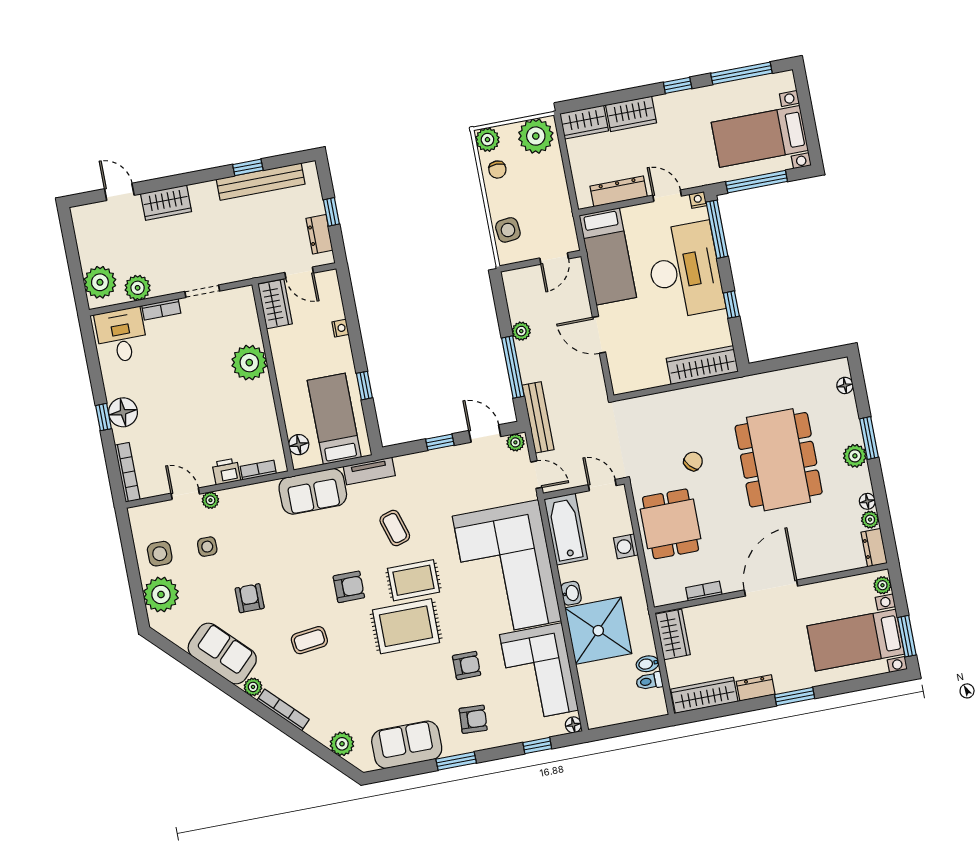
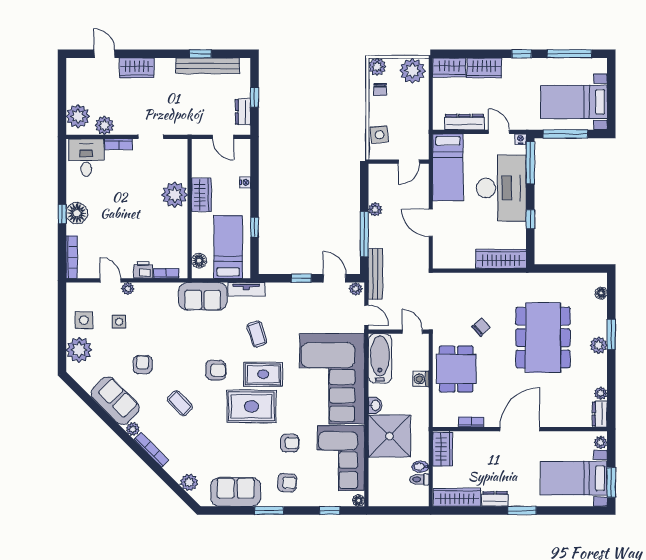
wardrobe: (275, 304) -> (201, 195), moved
floor lamp: (867, 501) -> (601, 380), removed
coffee table: (309, 640) -> (180, 403), turned 53

